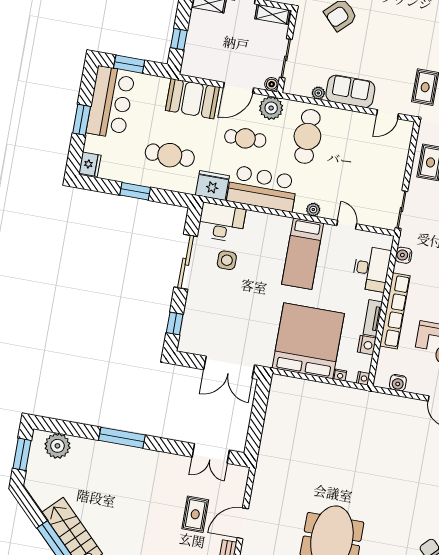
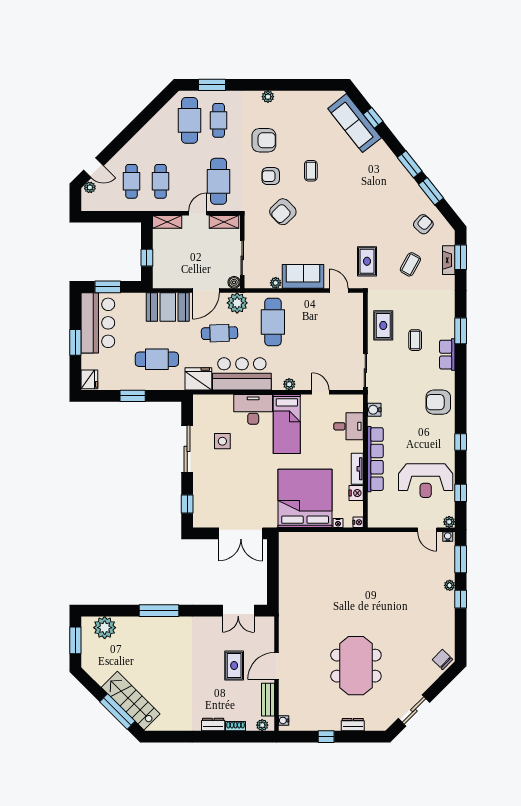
door: (387, 114) -> (339, 291), swing flipped
desk: (221, 222) -> (253, 409), moved
desk: (371, 269) -> (349, 426), width x0.73
water cooler: (398, 383) -> (389, 521), removed

